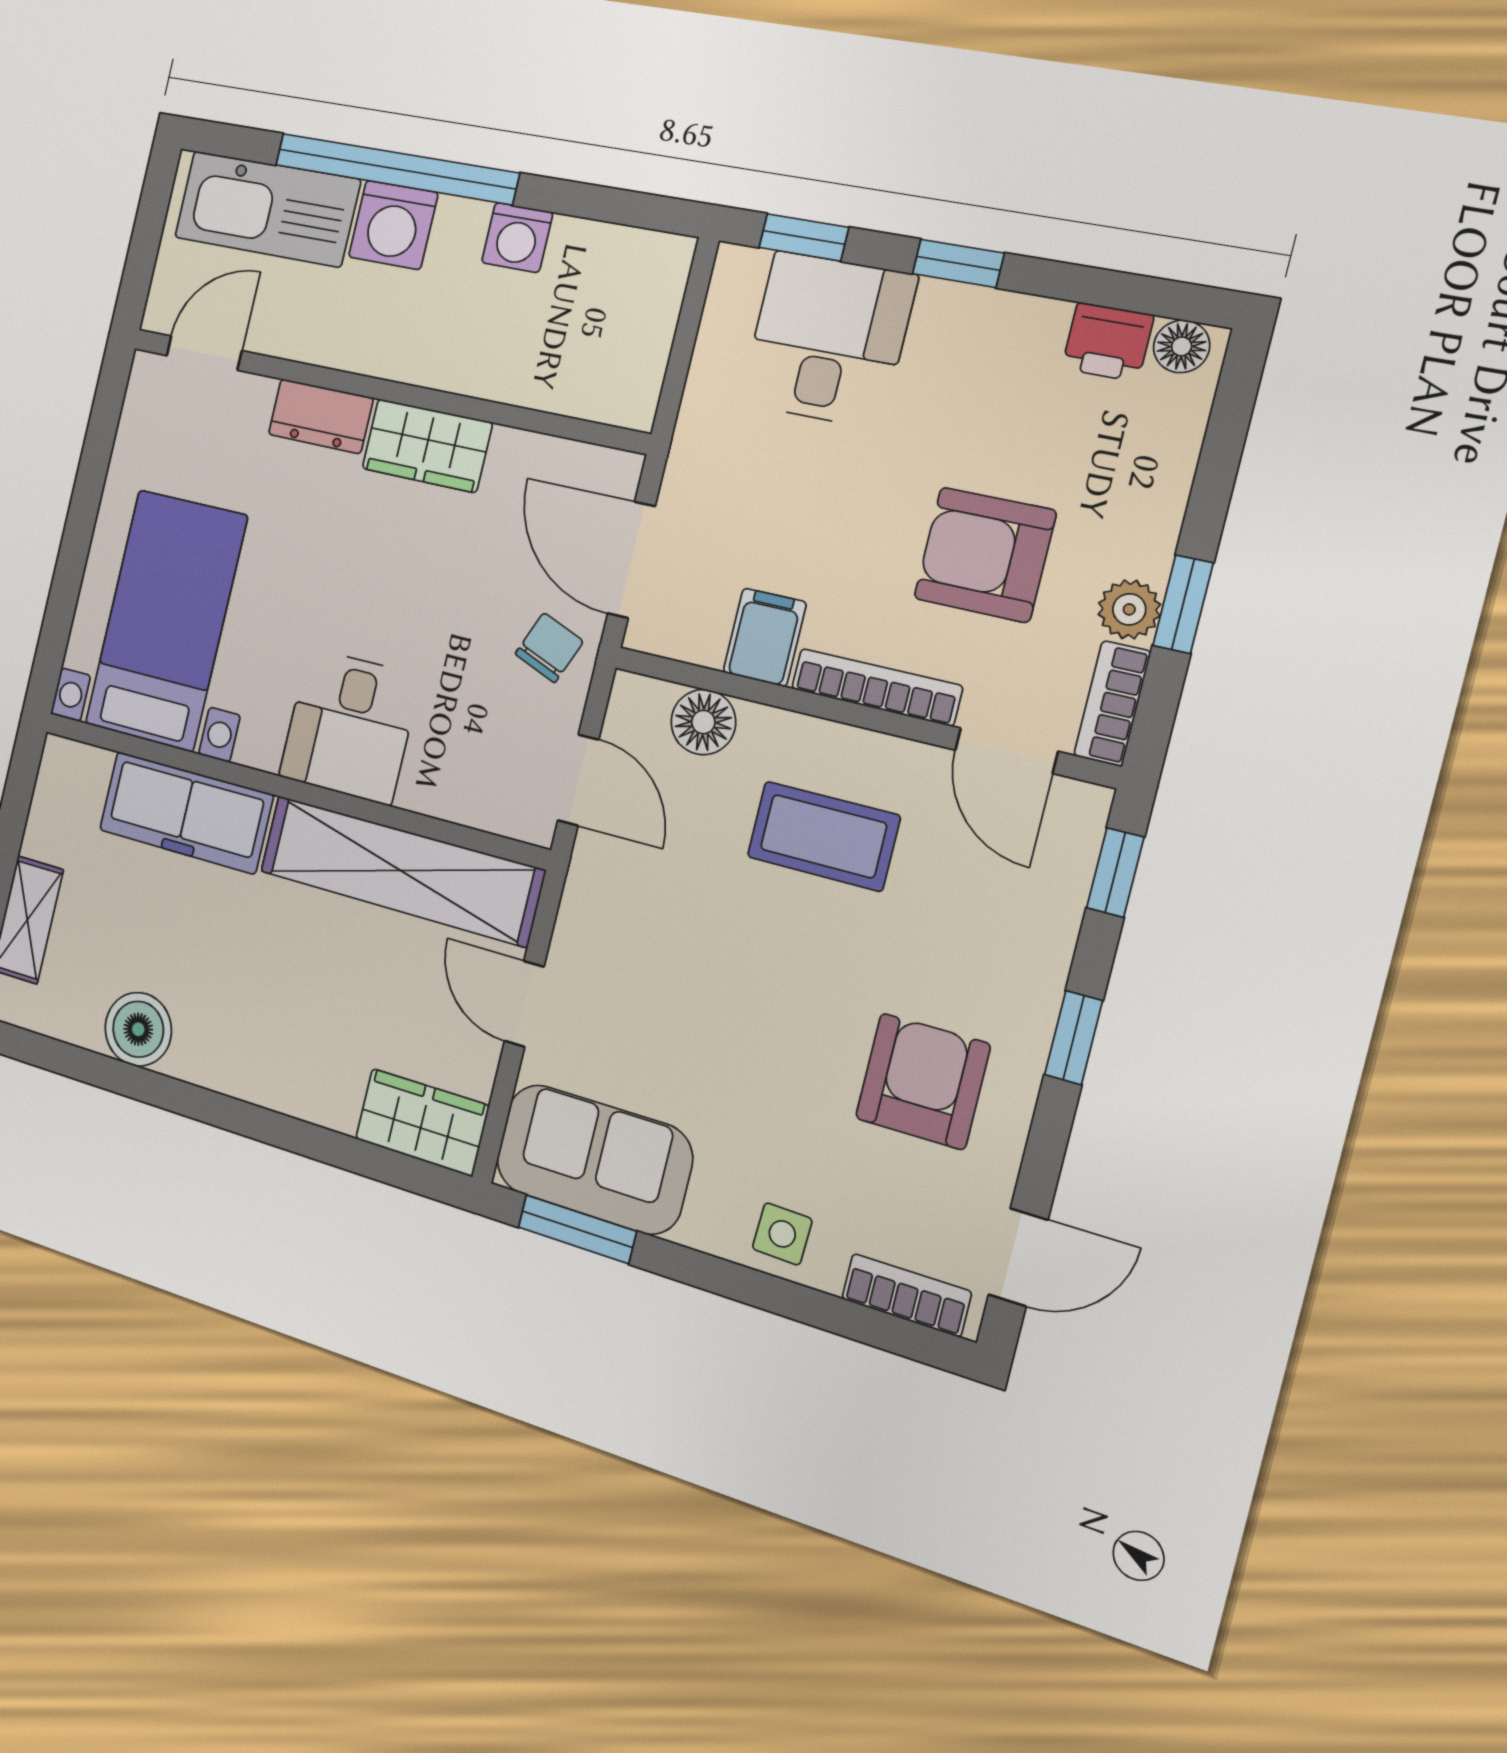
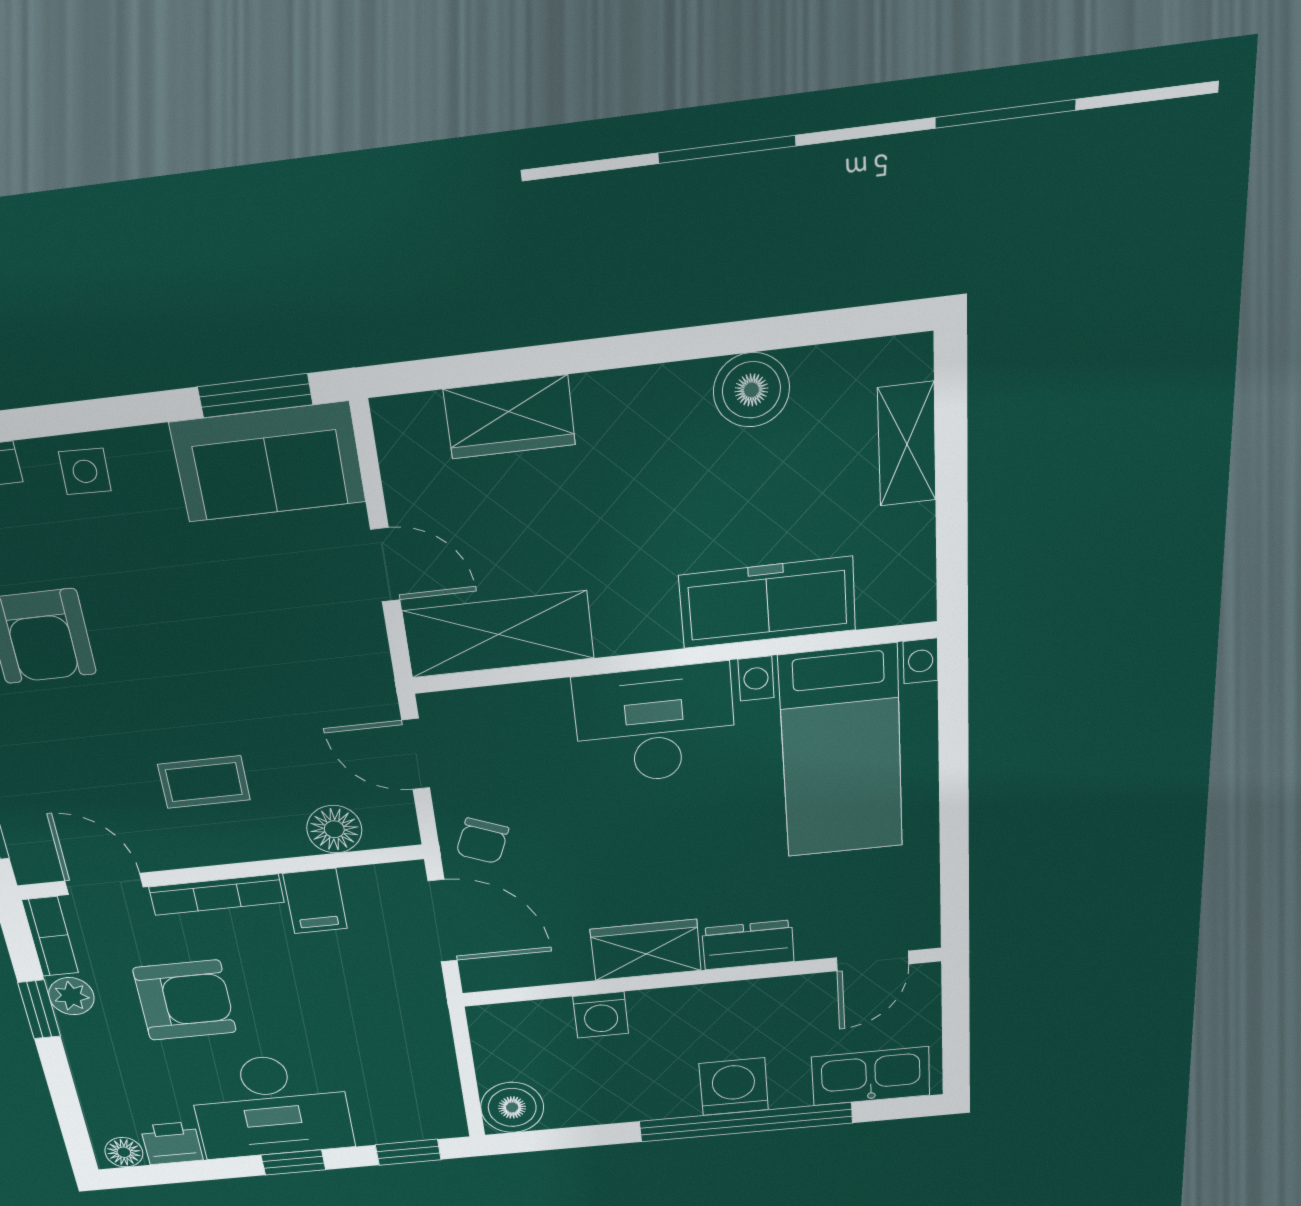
kitchen sink: (267, 209) -> (871, 1076), width x0.73, depth x0.81
washing machine: (517, 238) -> (601, 1015), moved, turned 180
boiler: (651, 270) -> (512, 1107), added
desk: (828, 340) -> (271, 1106), moved, width x1.37
desk: (350, 726) -> (655, 724), width x1.37
coffee table: (823, 836) -> (204, 782), width x0.73, depth x0.77
shelving: (401, 871) -> (498, 634), width x0.68
wardrobe: (422, 1122) -> (509, 417), moved

